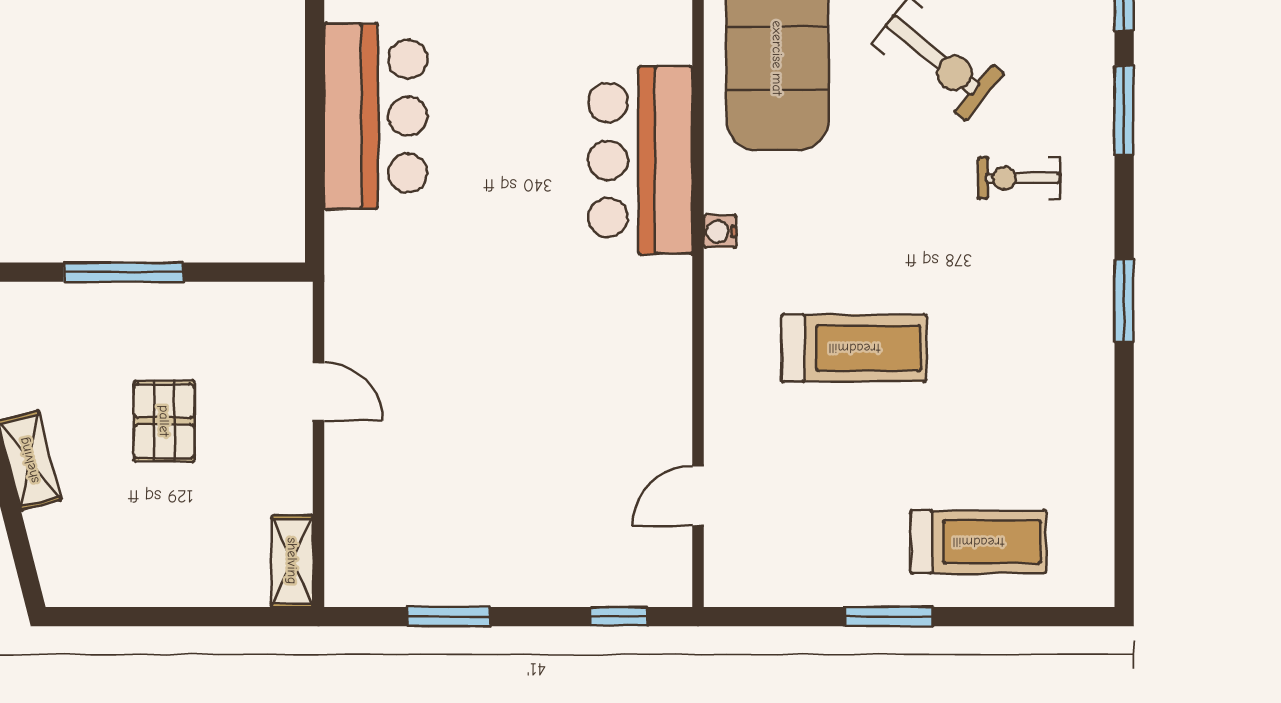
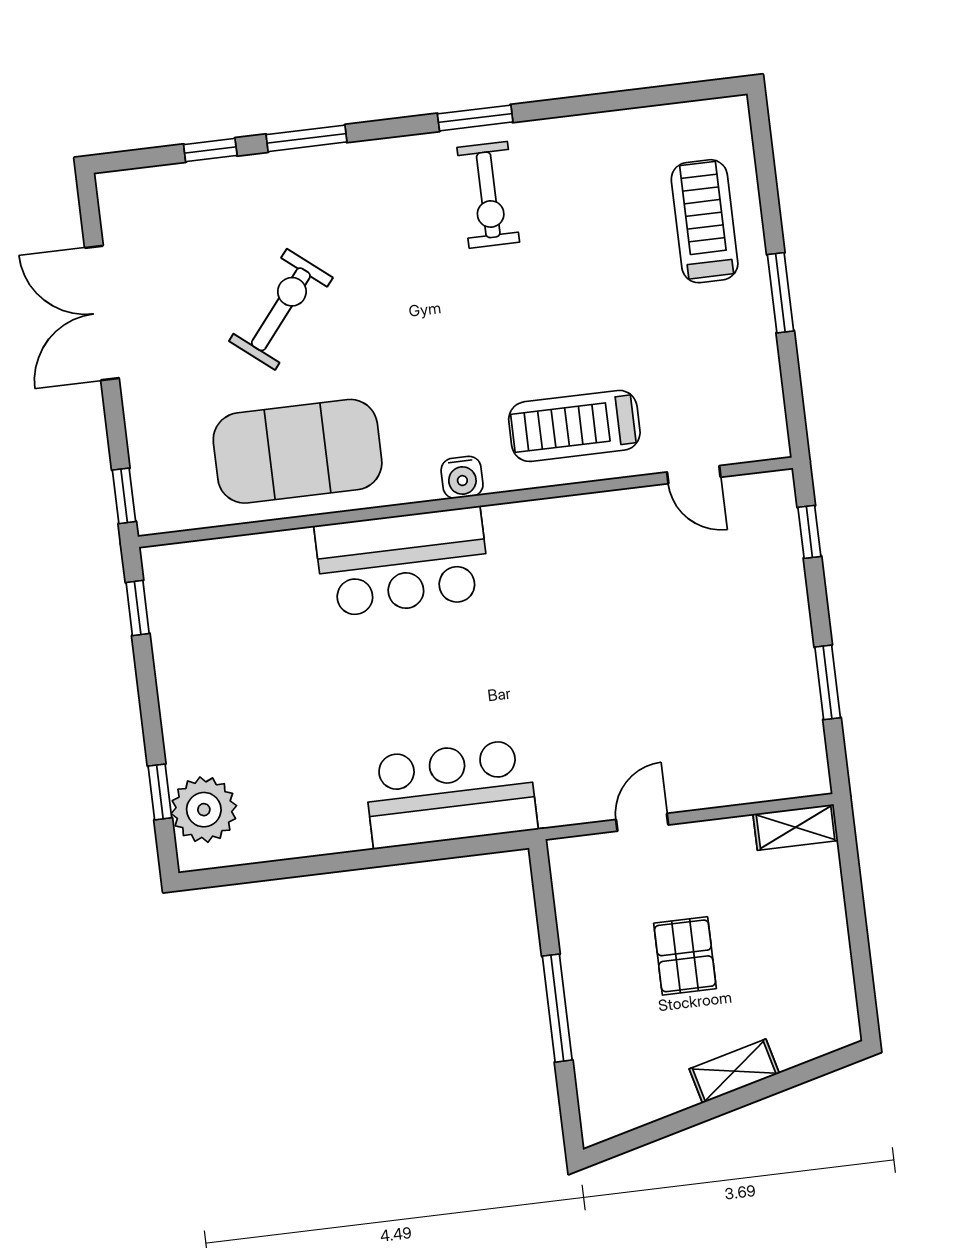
bar counter: (376, 116) -> (450, 794), moved
exercise bike: (1019, 178) -> (488, 195), moved, width x1.38, depth x1.39
water cooler: (720, 231) -> (462, 477), width x1.38, depth x1.38
treadmill: (854, 348) -> (574, 426), moved, turned -90
pallet: (164, 421) -> (685, 956), turned 90

